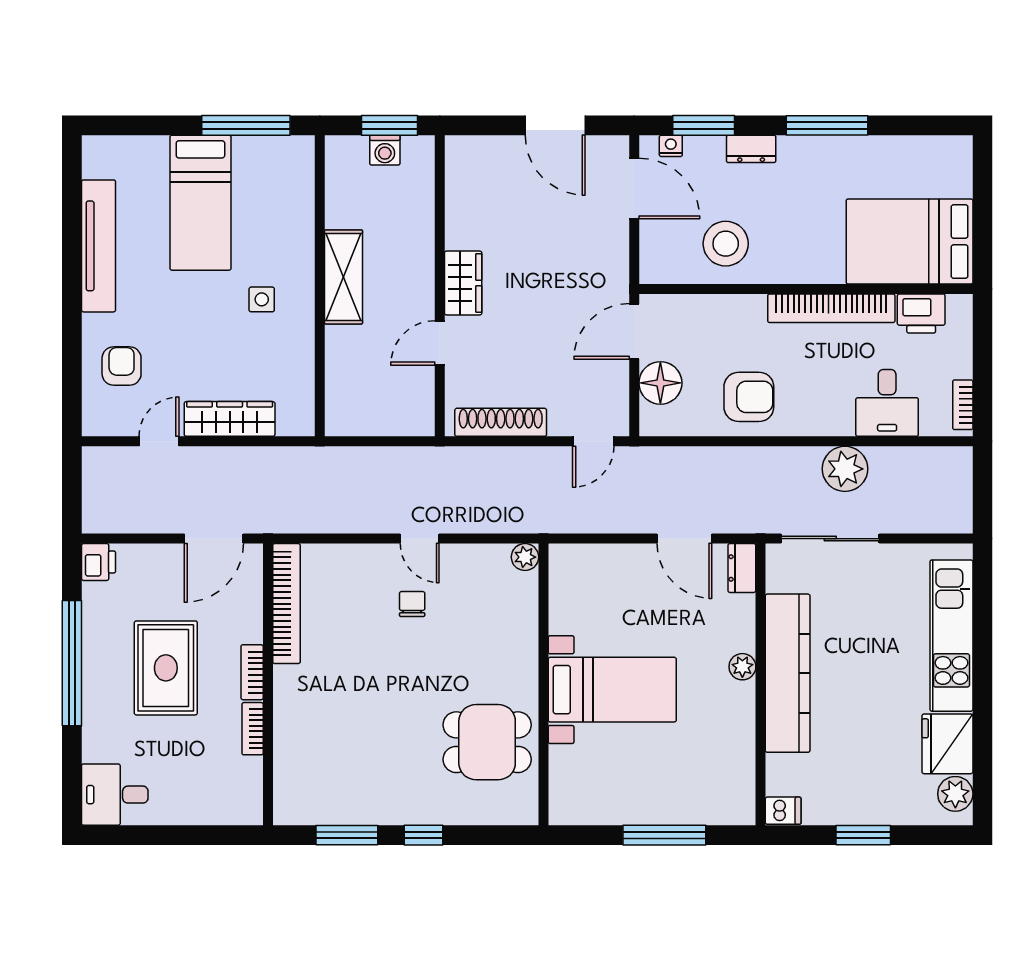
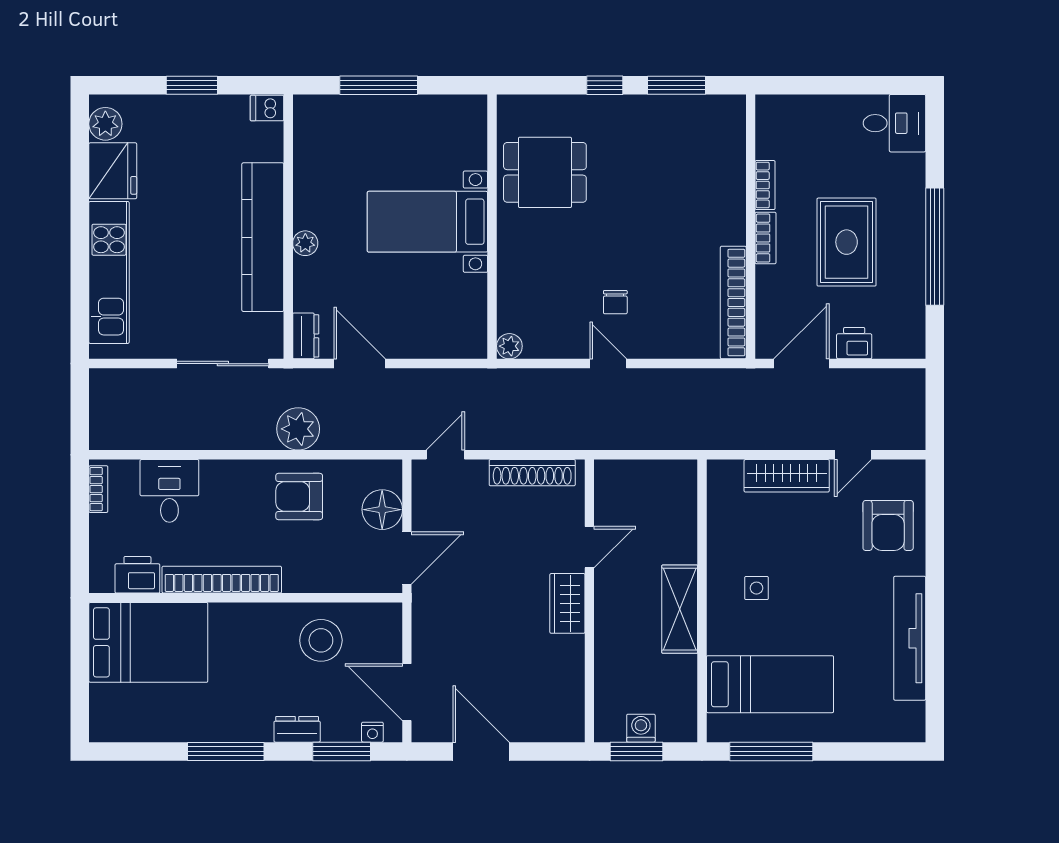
bed: (200, 203) -> (770, 684), moved, turned 90
armchair: (122, 366) -> (888, 525), width x1.38, depth x1.38
plant: (845, 469) -> (298, 429), moved
printer: (99, 562) -> (854, 343), moved, turned 90

